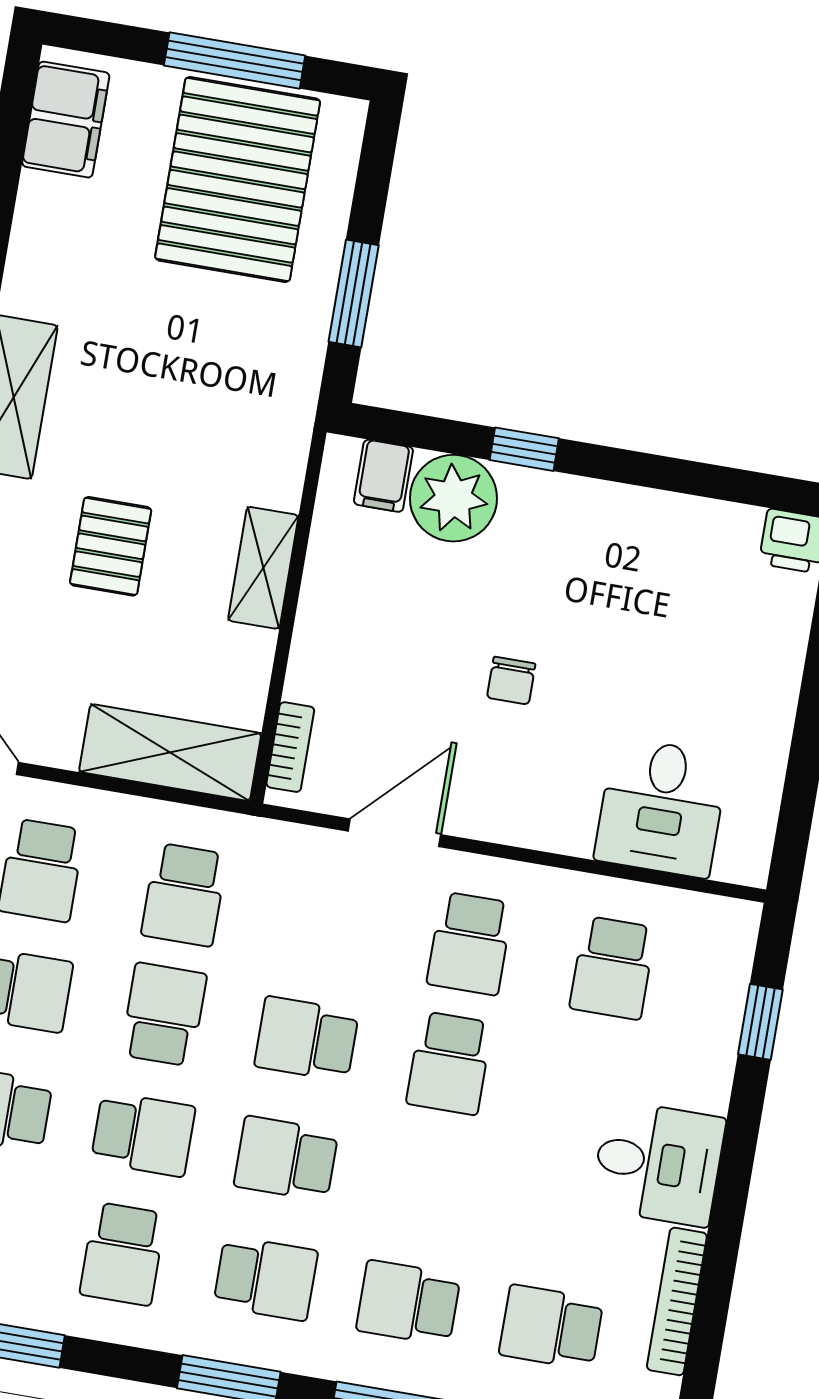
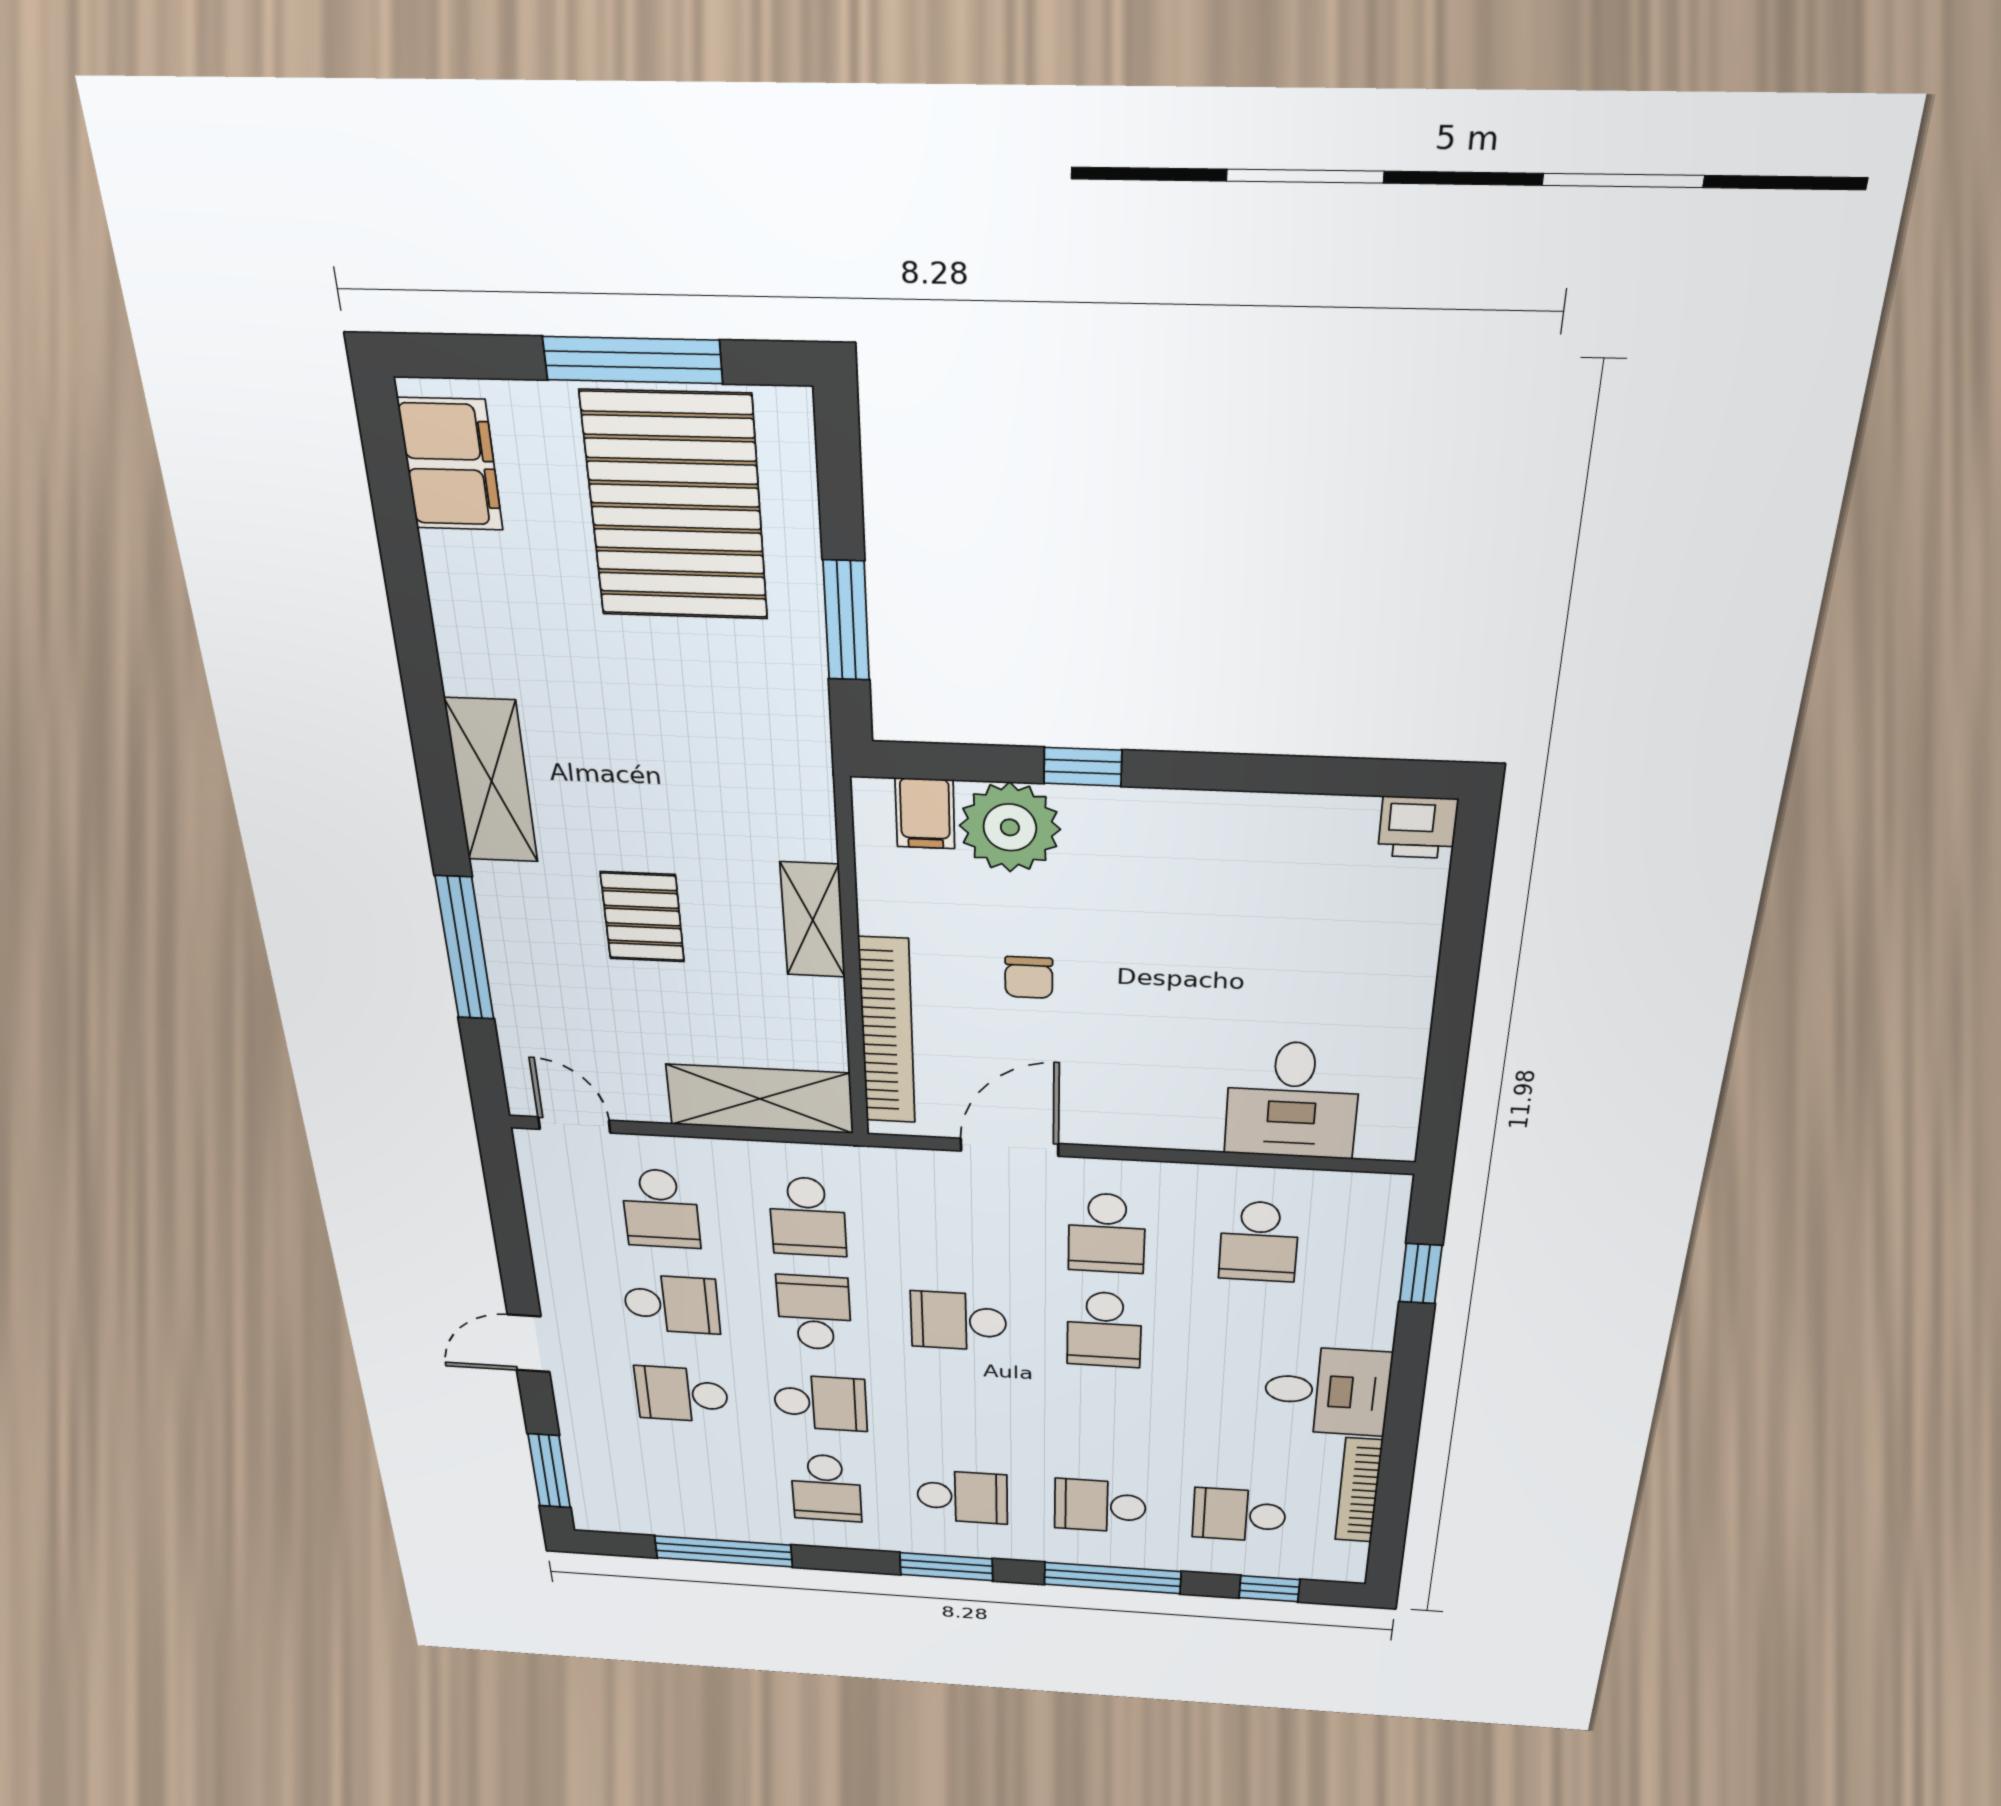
chair: (511, 681) -> (1029, 977), moved
bookcase: (290, 747) -> (887, 1031), width x2.31, depth x1.31
school desk: (286, 1159) -> (960, 1412), removed

